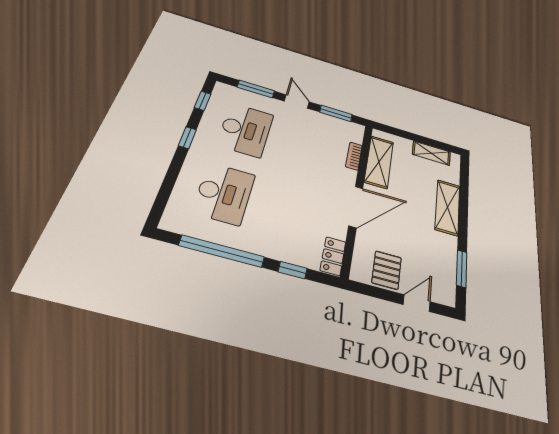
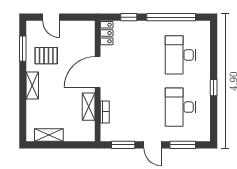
window: (203, 101) -> (214, 121), removed
shelving: (379, 162) -> (89, 107), width x0.67, depth x0.75
shelving: (448, 207) -> (32, 85), width x0.67, depth x0.75
pallet: (387, 270) -> (46, 56), moved, turned 90
door: (417, 303) -> (51, 17), hinge flipped

